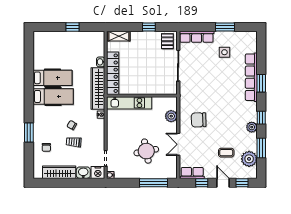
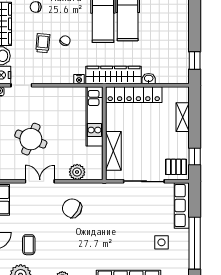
window: (73, 27) -> (195, 60), moved
window: (149, 27) -> (195, 157), moved
window: (225, 27) -> (195, 243), width x2.11
shelving: (119, 36) -> (183, 117), moved
shelving: (155, 89) -> (113, 151), added
chair: (199, 120) -> (72, 208), turned -57
round table: (146, 151) -> (31, 139), turned 33

